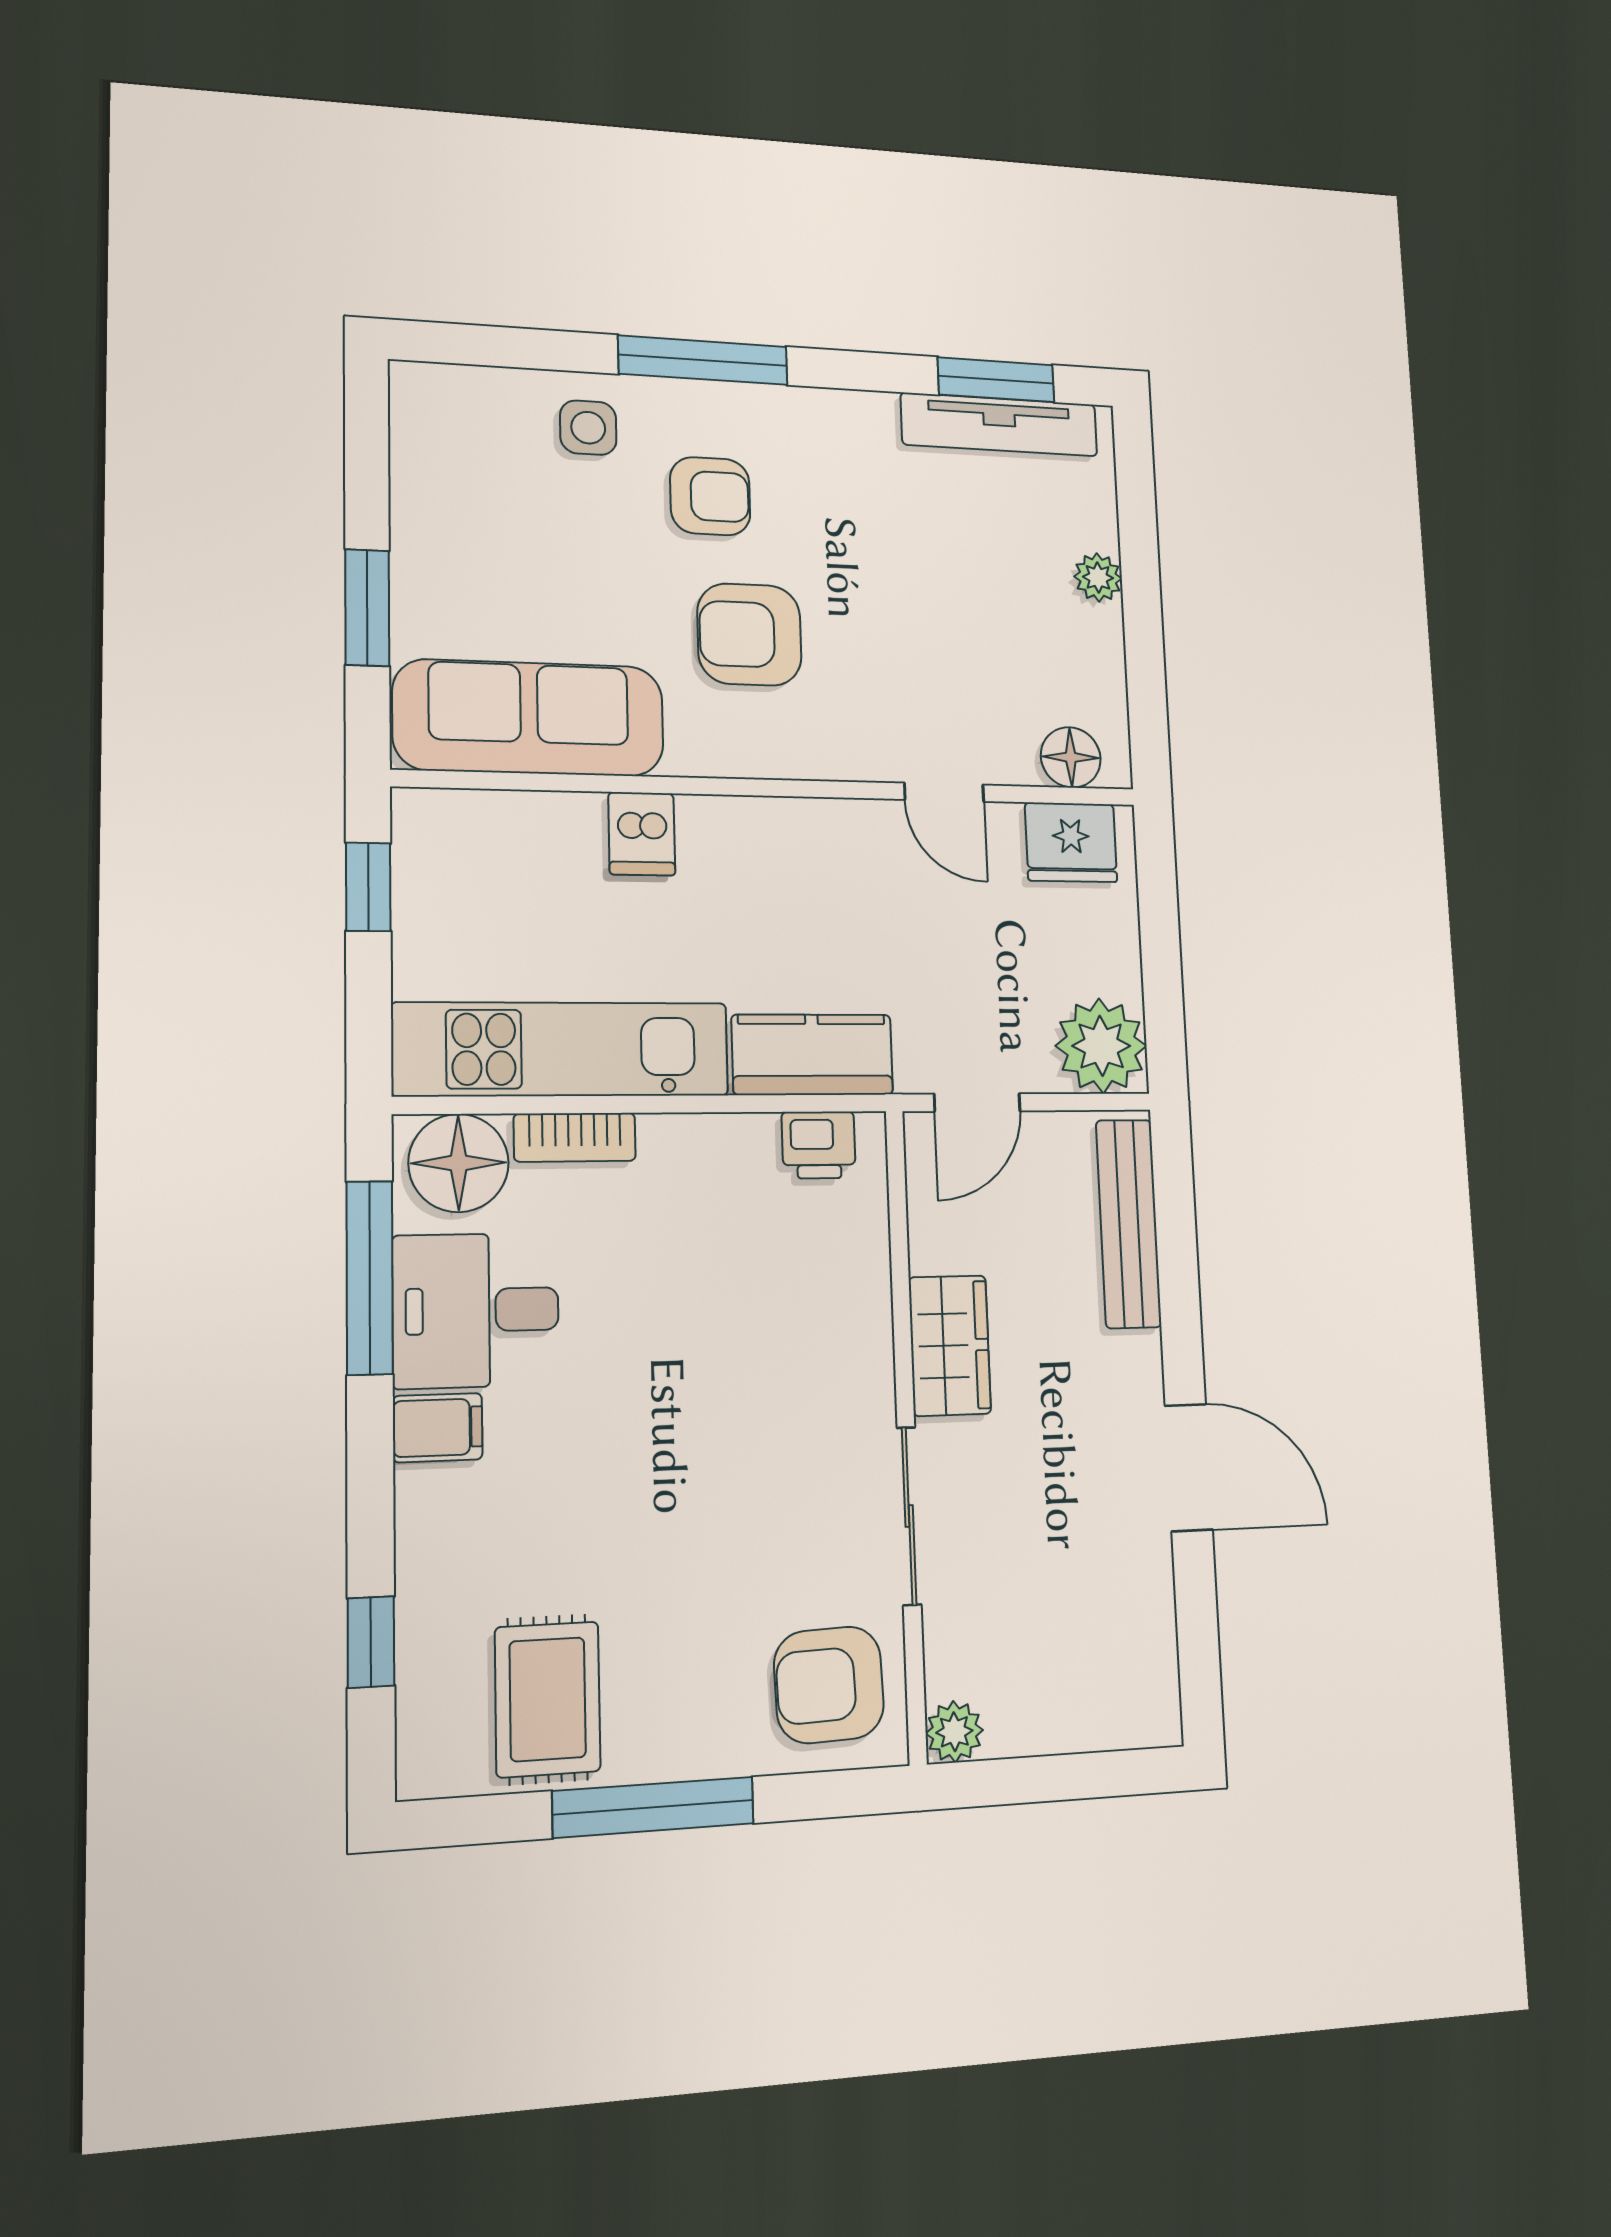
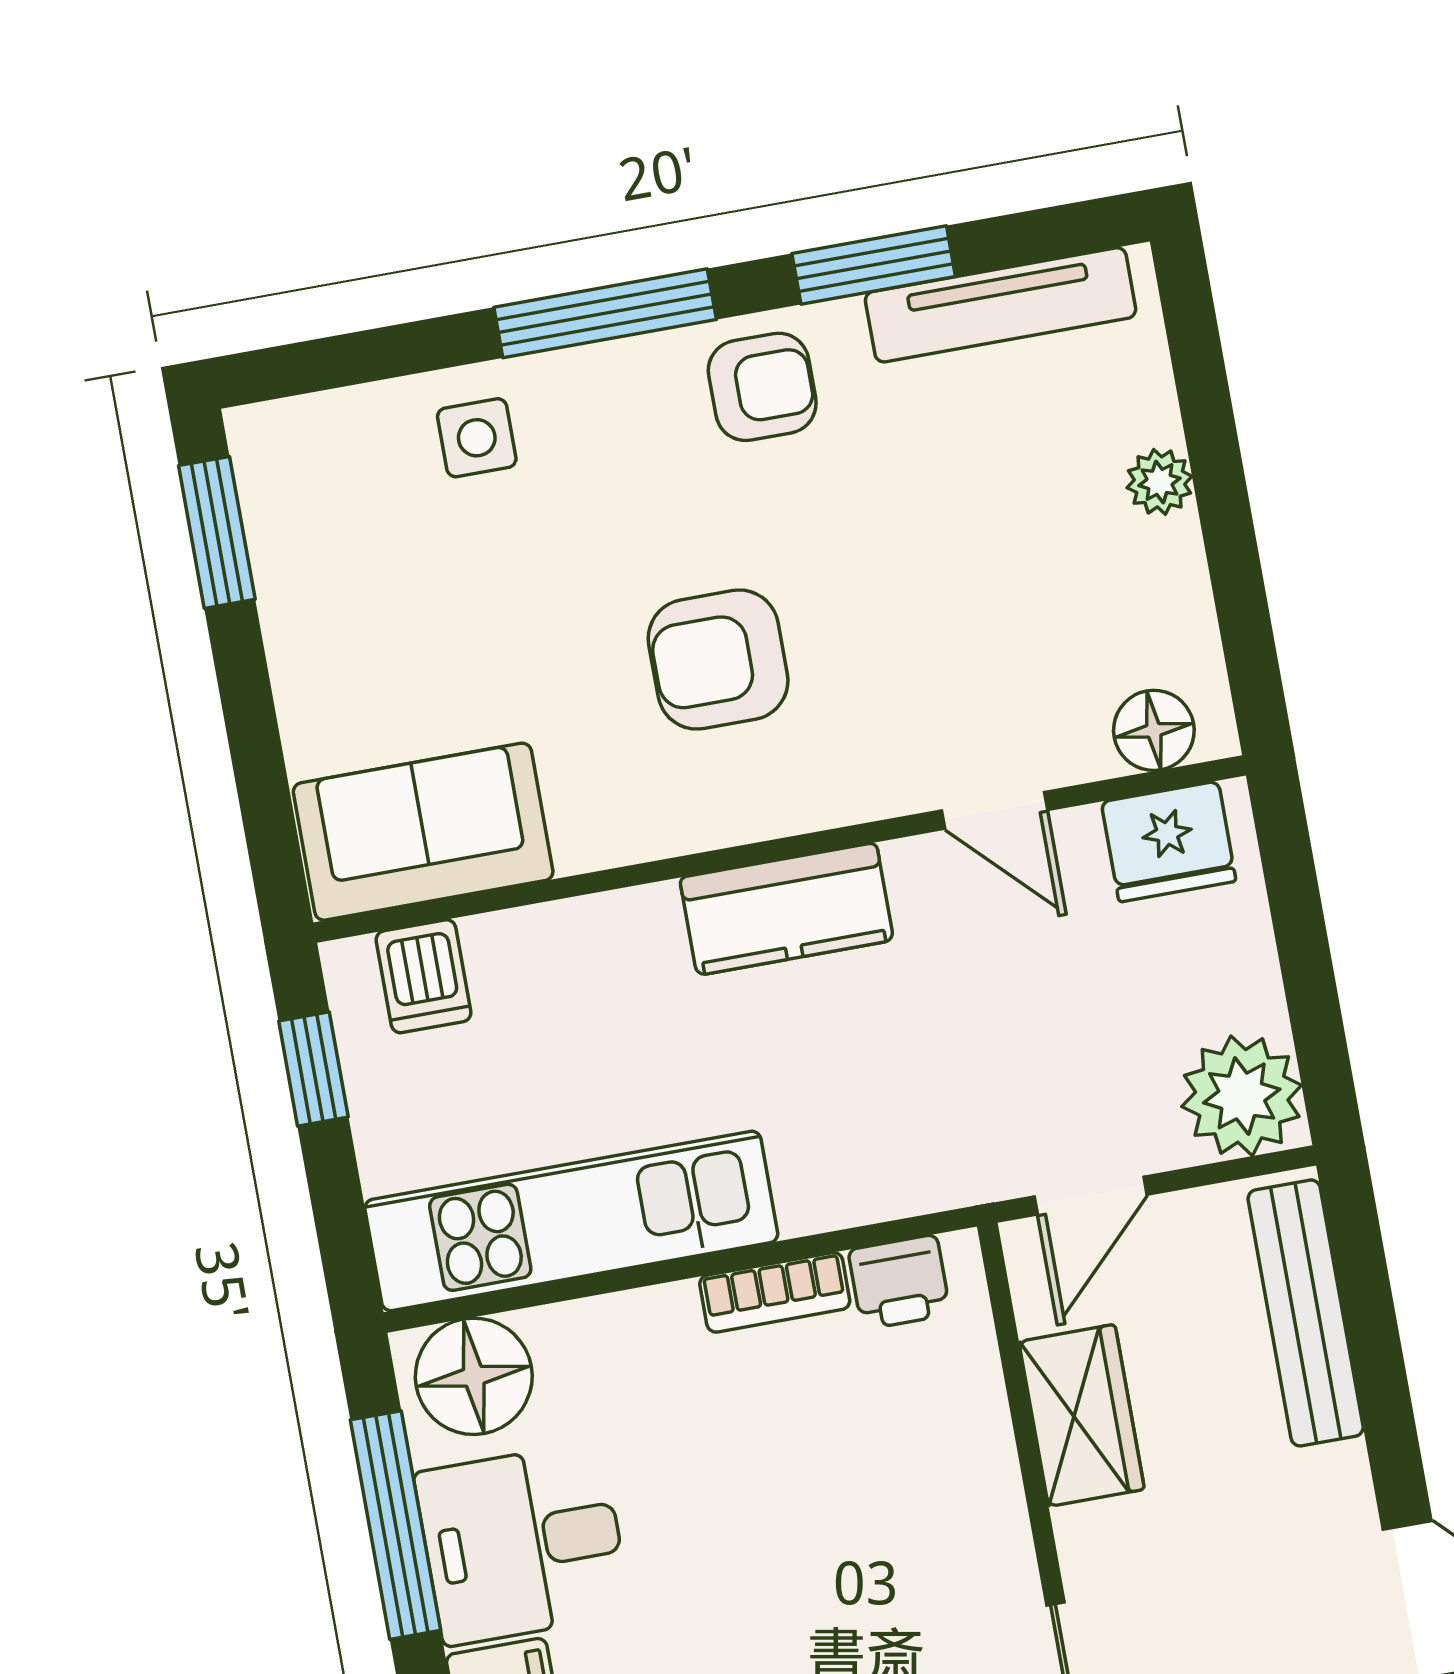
window: (996, 380) -> (874, 265), moved
armchair: (710, 496) -> (762, 387), moved
window: (367, 608) -> (217, 532), moved
sofa: (529, 718) -> (423, 832), width x0.73
dishwasher: (642, 834) -> (424, 976), moved
kitchen counter: (812, 1055) -> (787, 909), moved, turned 180
bookcase: (575, 1137) -> (775, 1292), moved
wardrobe: (950, 1345) -> (1082, 1415), moved

